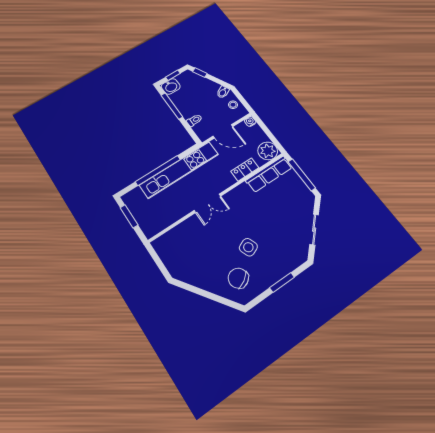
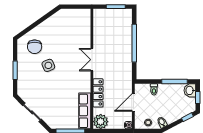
kitchen unit: (179, 170) -> (126, 57), removed
locker: (245, 170) -> (98, 93), width x1.53
chair: (238, 278) -> (35, 47), turned 121

